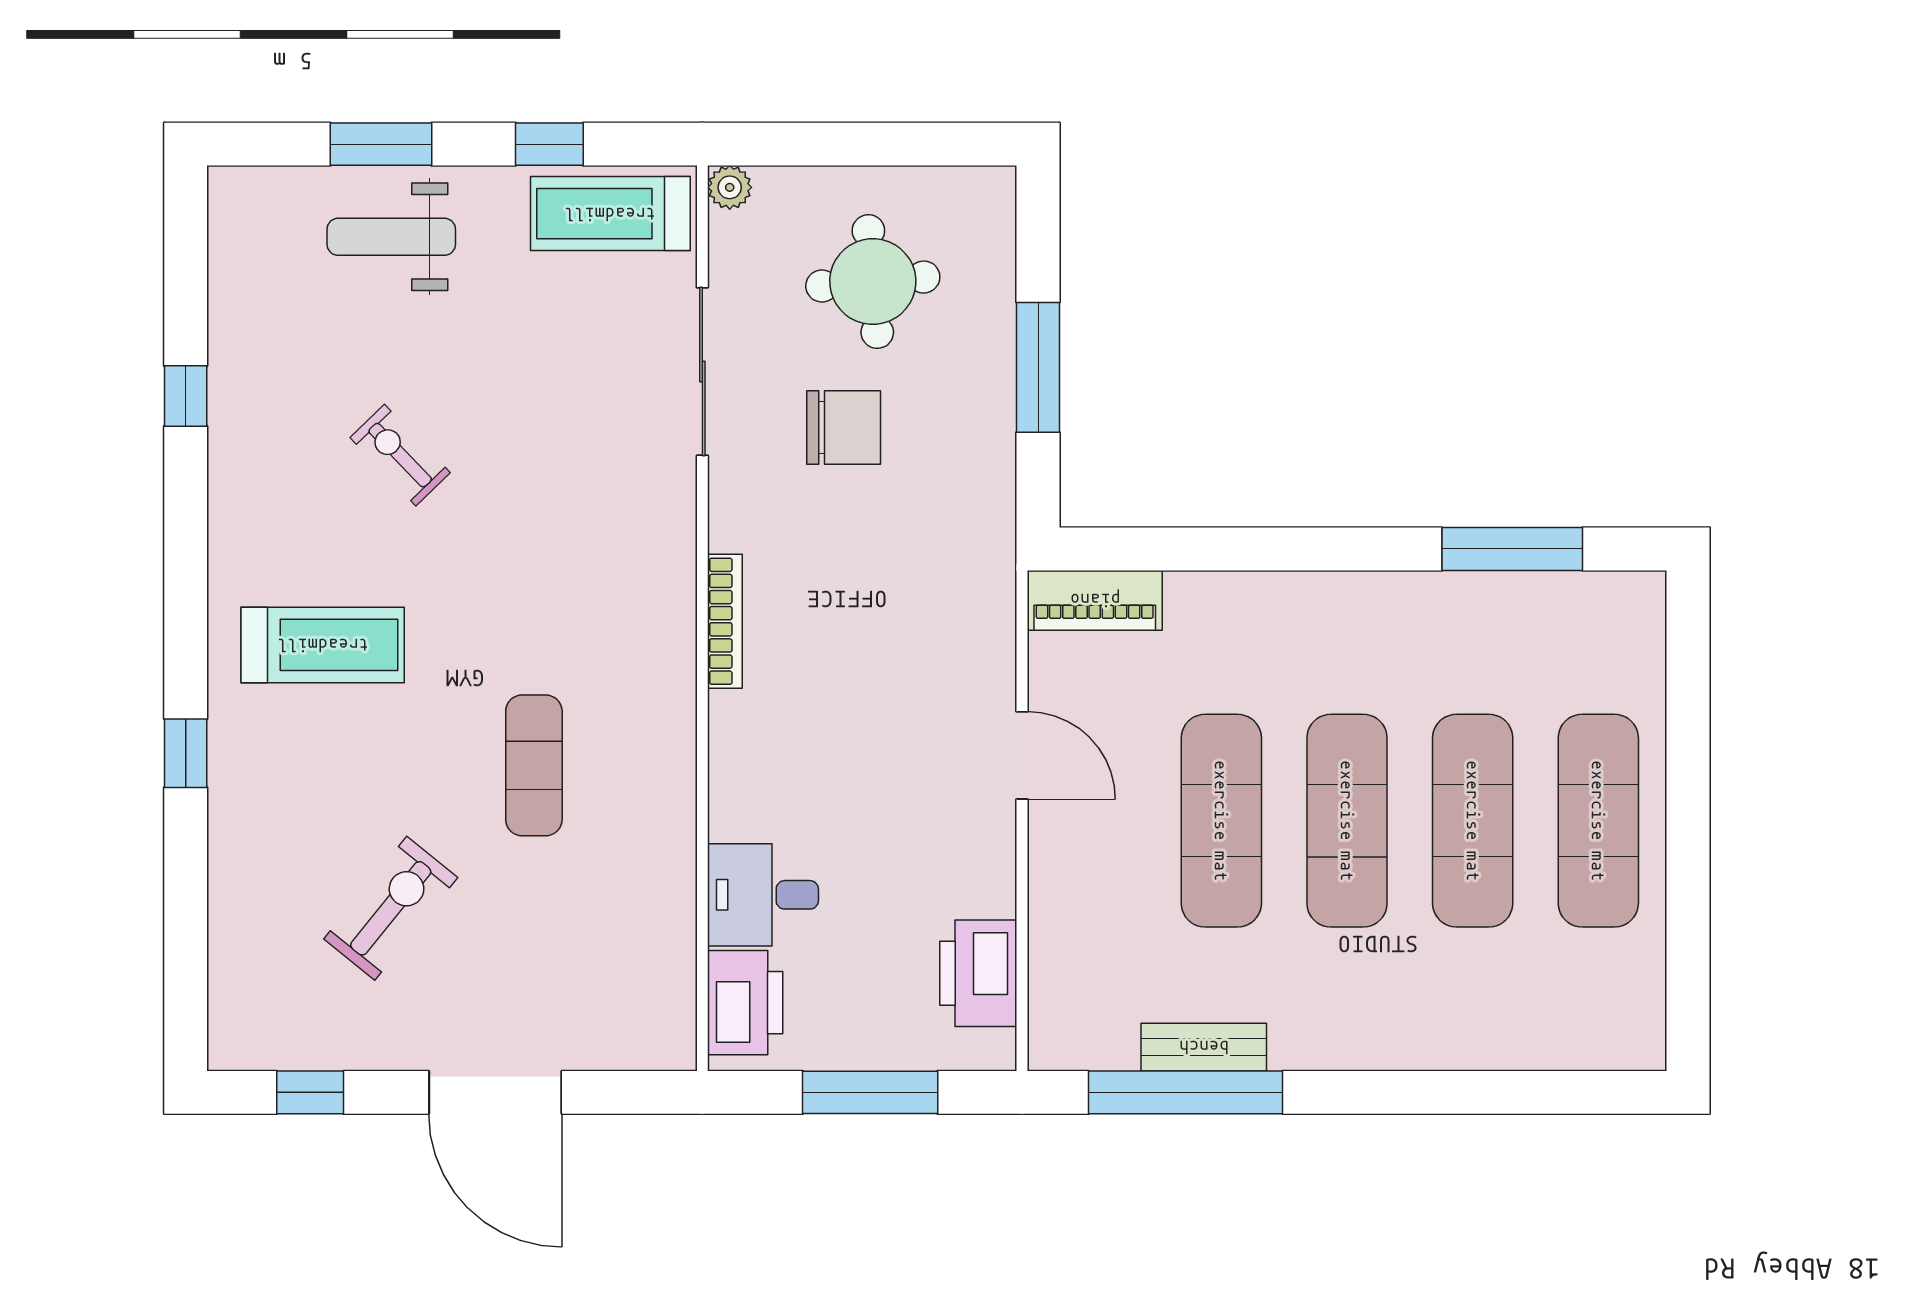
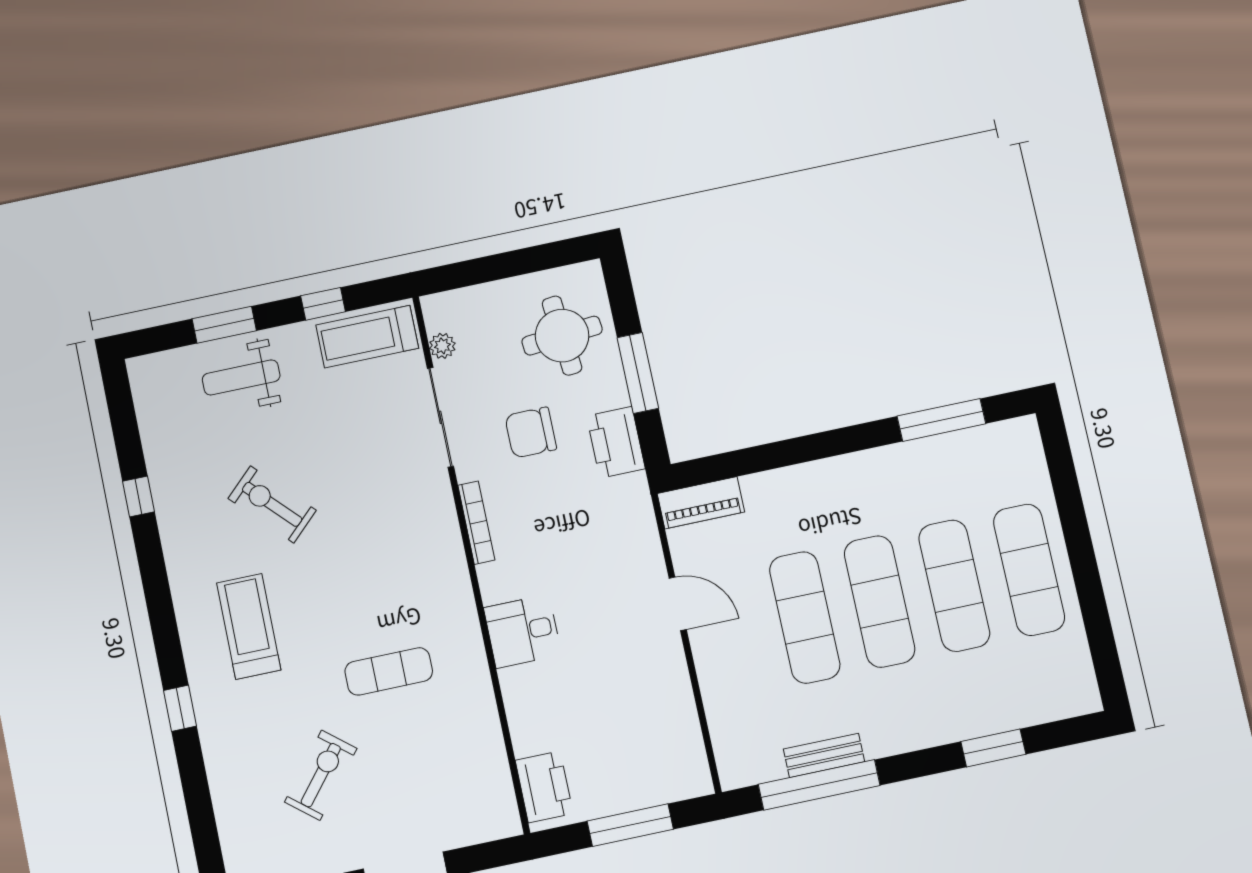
plant: (730, 187) -> (442, 346), moved
round table: (873, 282) -> (562, 336), moved
chair: (844, 428) -> (531, 432), turned 180
exercise bike: (400, 455) -> (272, 504), width x1.38, depth x1.39
bookcase: (725, 621) -> (476, 523), moved
treadmill: (323, 645) -> (249, 626), turned -90
exercise mat: (534, 765) -> (389, 671), turned 90
desk: (763, 895) -> (523, 631), moved
printer: (978, 973) -> (616, 442), moved
window: (1476, 1092) -> (993, 748), added

